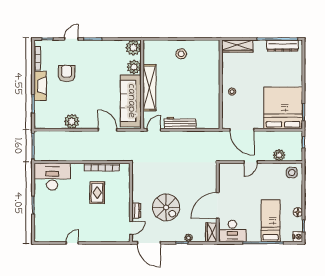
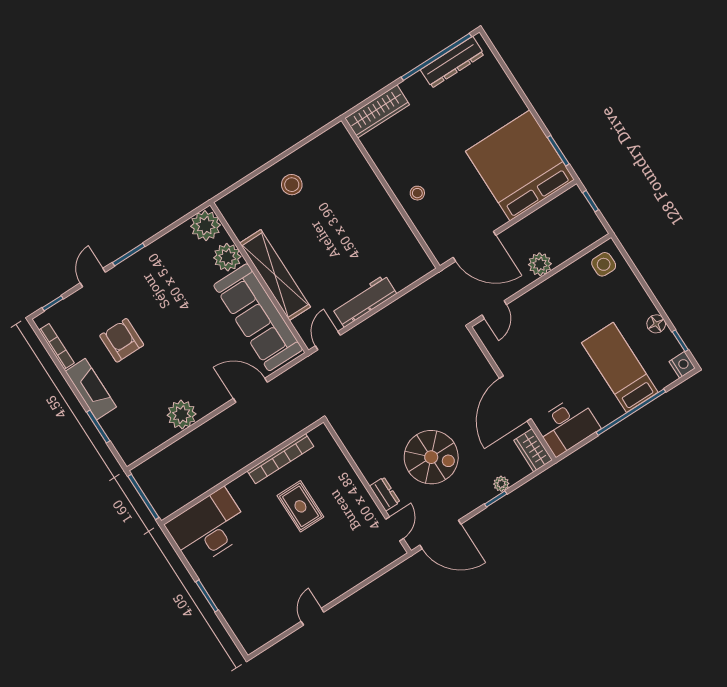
plant: (279, 155) -> (540, 264), moved
door: (251, 162) -> (494, 310), moved

